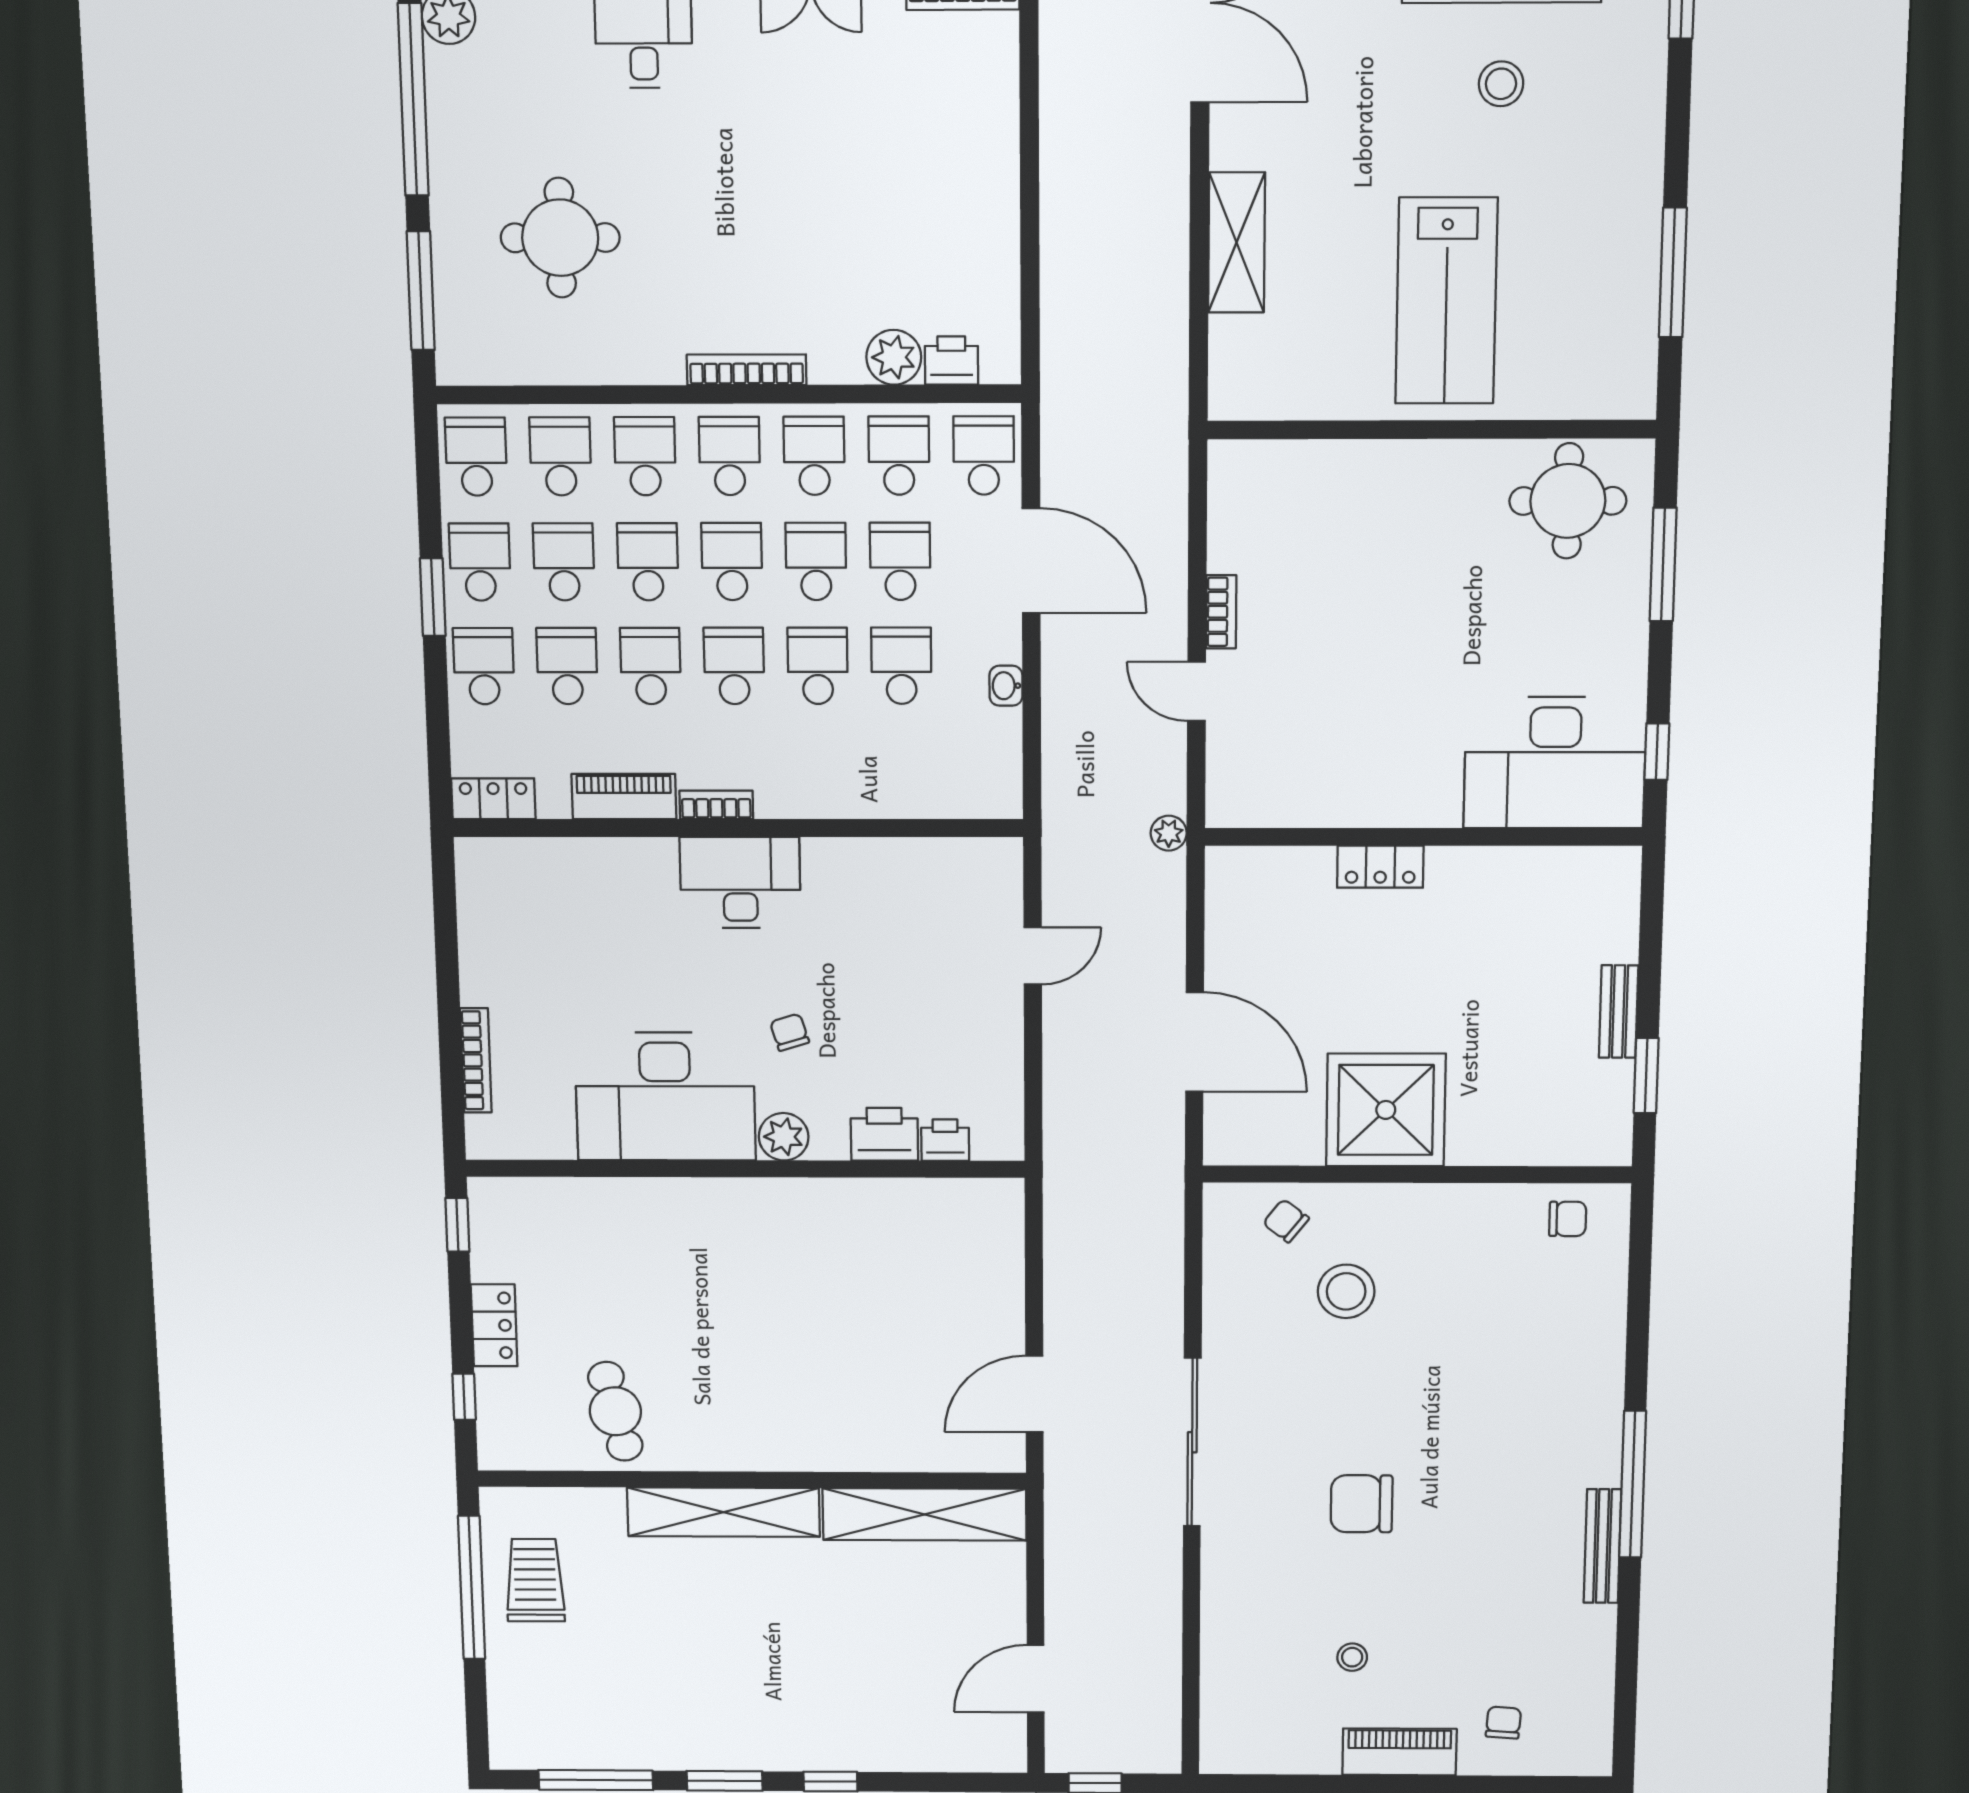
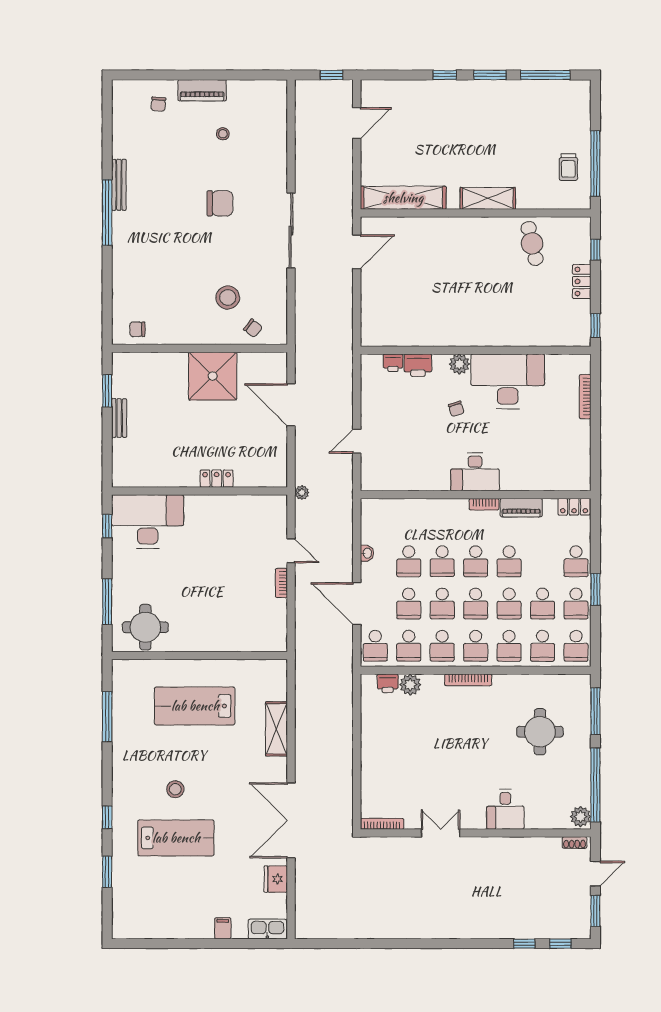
lab bench: (1446, 301) -> (195, 706), turned -90
school desk: (567, 666) -> (543, 561), removed
shelving: (723, 1512) -> (488, 198), width x0.68
trolley: (535, 1580) -> (568, 167), width x0.73, depth x0.72

